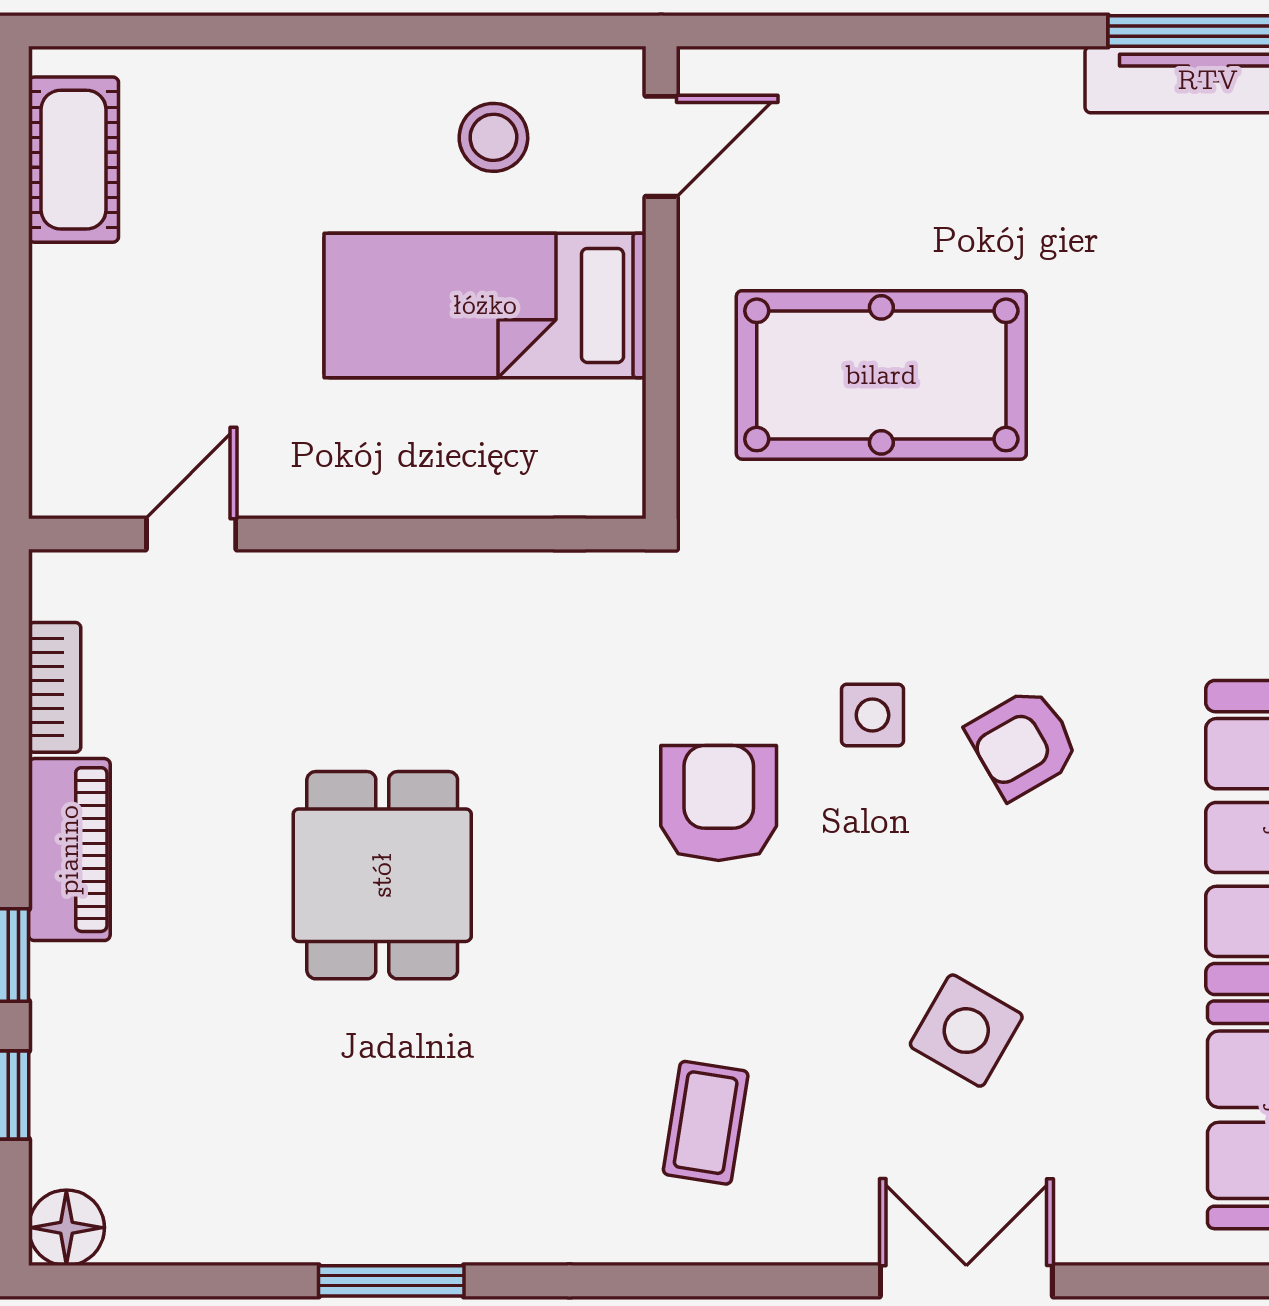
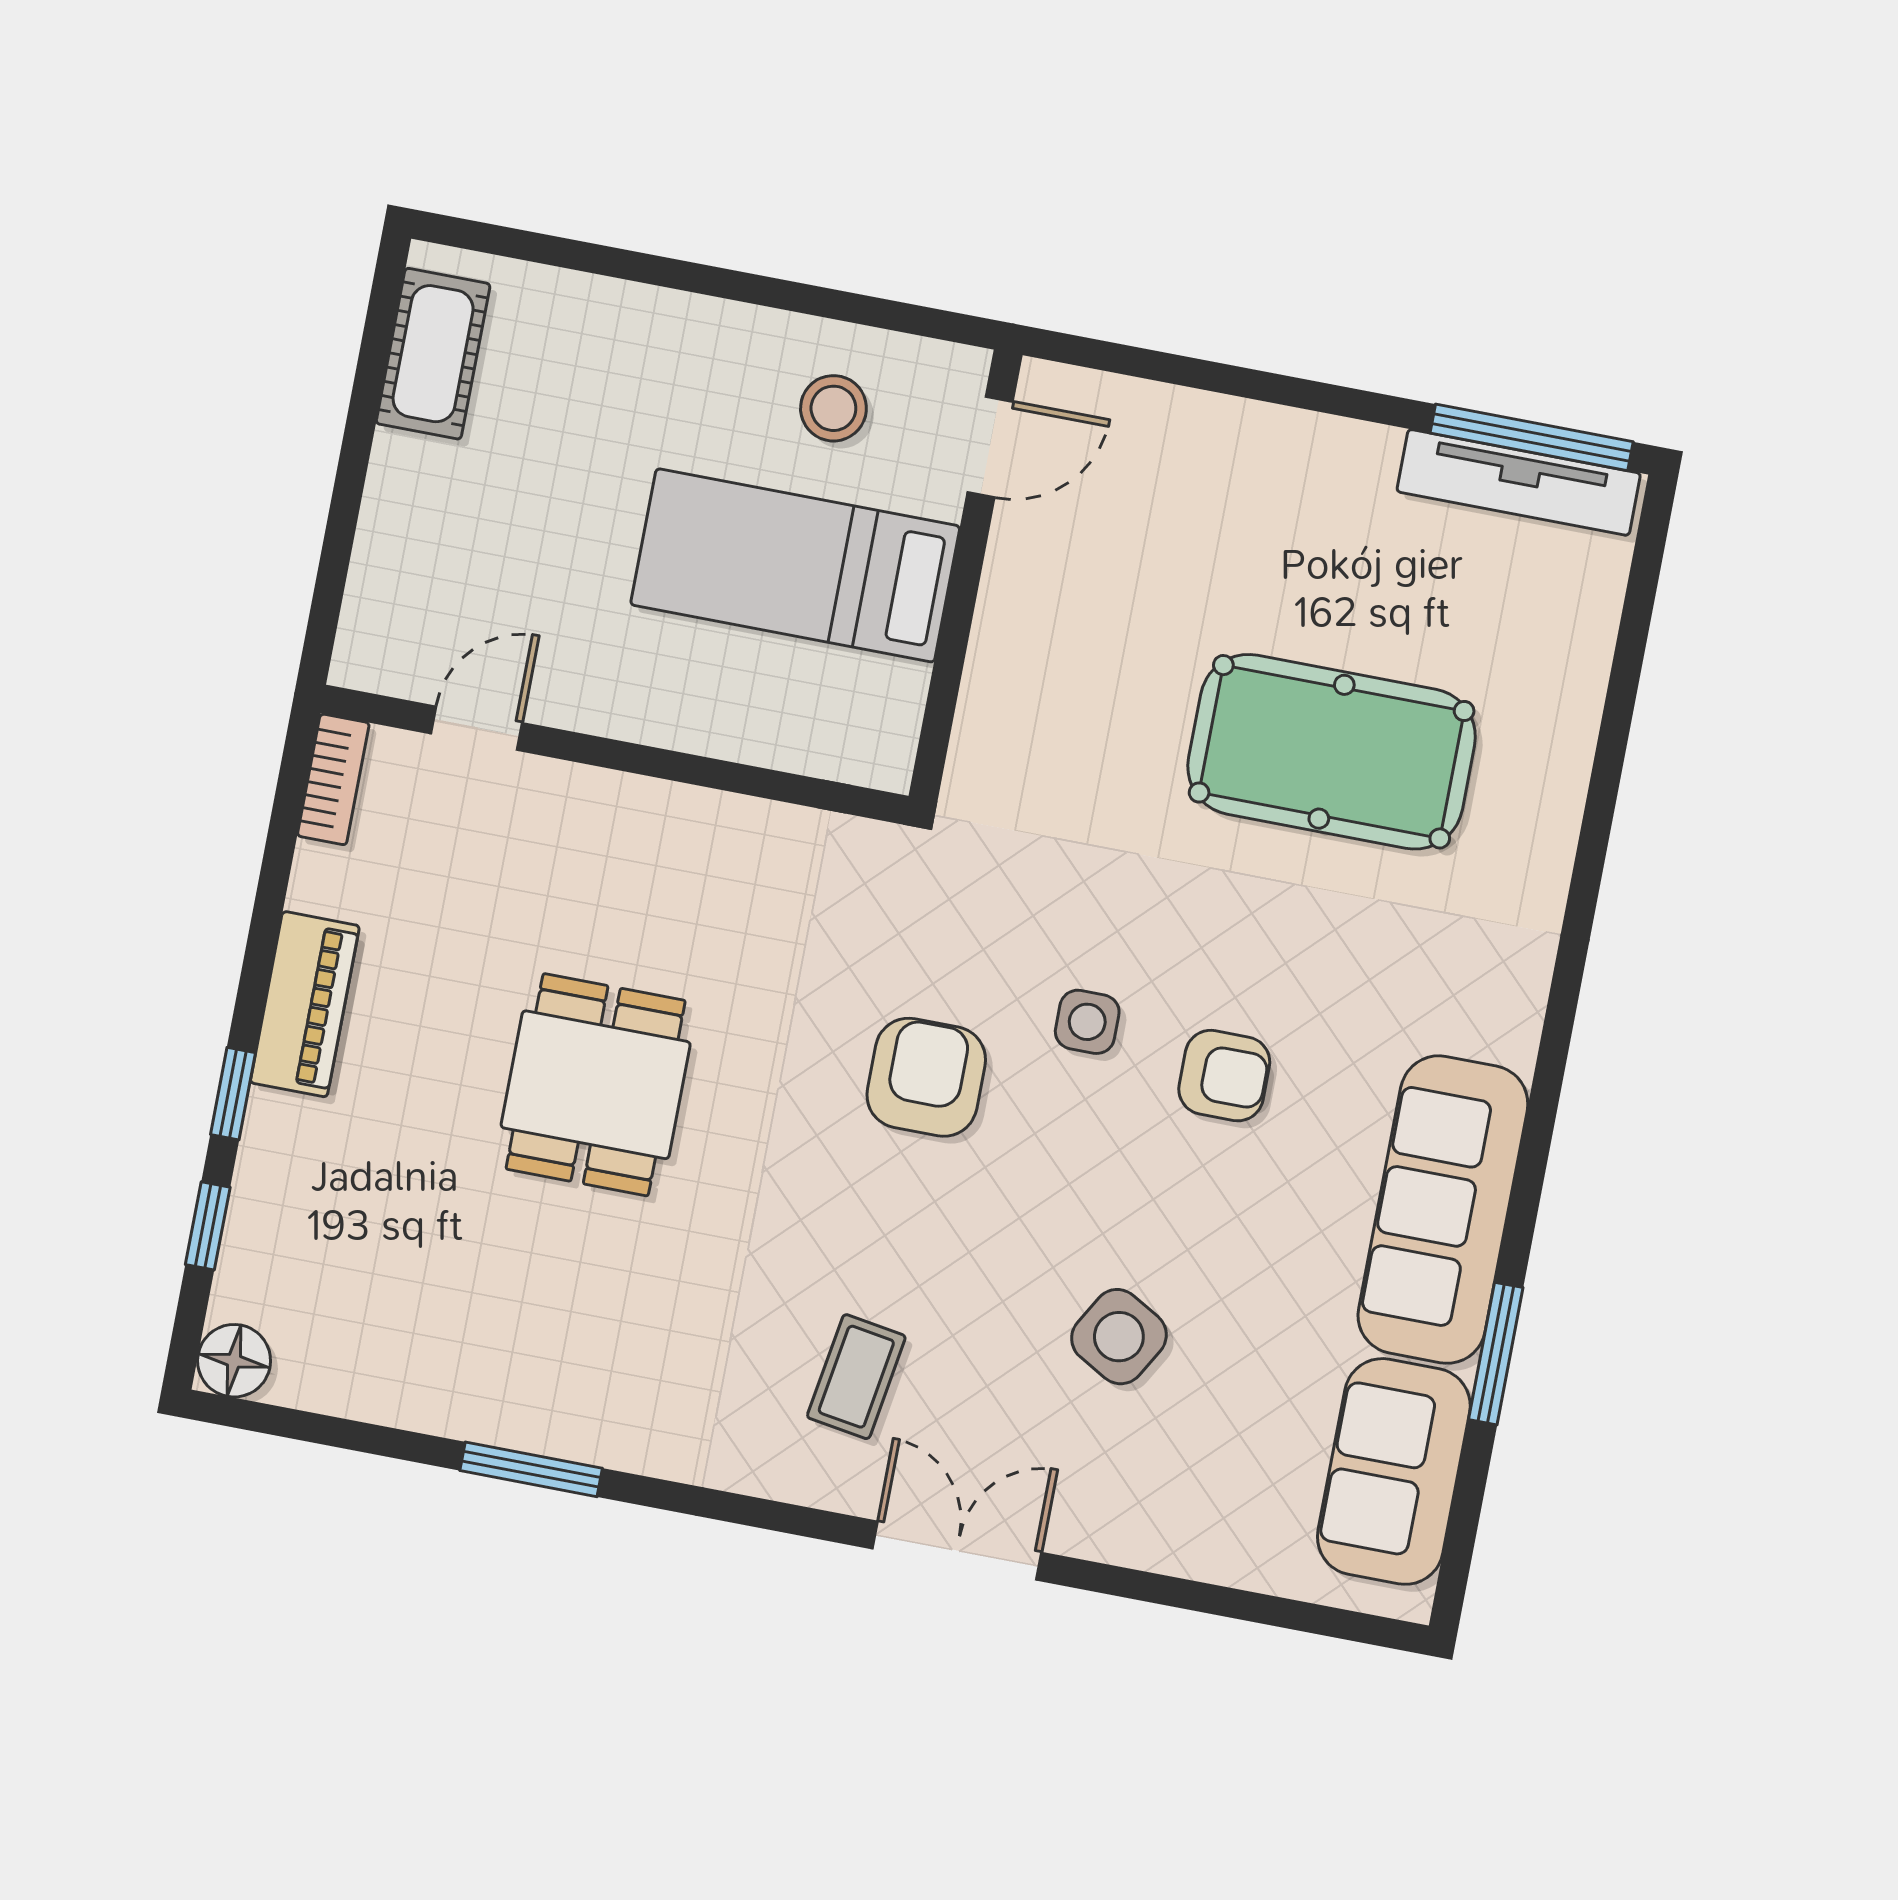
pool table: (881, 375) -> (1332, 752), moved
bookcase: (55, 687) -> (333, 779), moved
armchair: (1023, 743) -> (1224, 1076), turned -150
double door: (966, 1281) -> (957, 1551), moved

